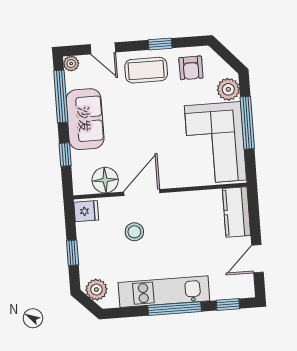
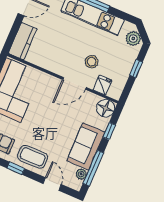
plant: (71, 64) -> (81, 174), moved
floor lamp: (105, 180) -> (106, 108), moved
fridge: (86, 211) -> (102, 85), moved, turned 90

